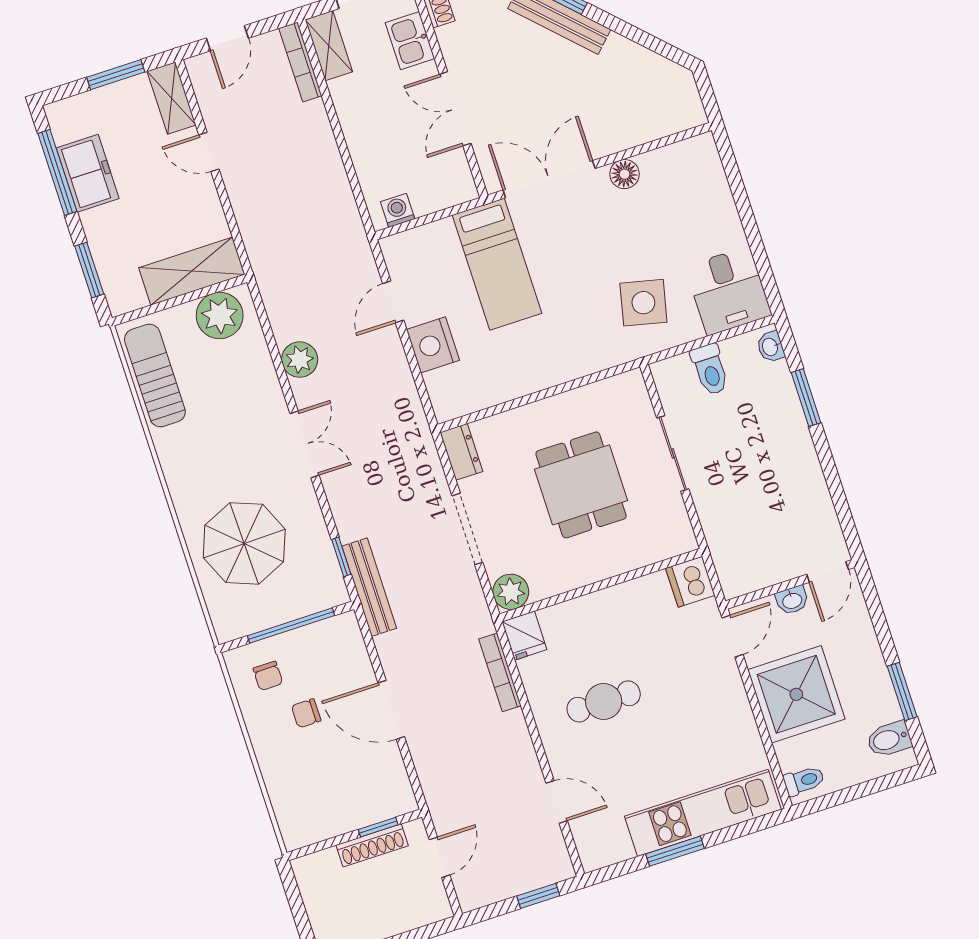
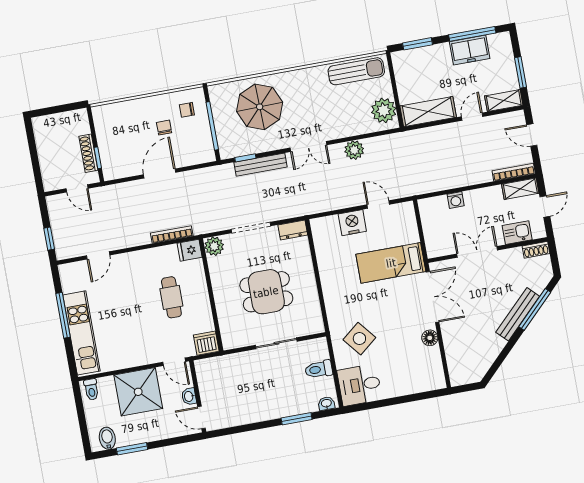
washing machine: (398, 210) -> (456, 200), moved, turned 90
shelving: (192, 271) -> (428, 112), moved, turned 90
side table: (643, 303) -> (359, 339), turned 38
bench: (369, 587) -> (260, 165), moved
cafe table: (604, 701) -> (171, 297), moved
window: (675, 851) -> (63, 315), width x1.44

